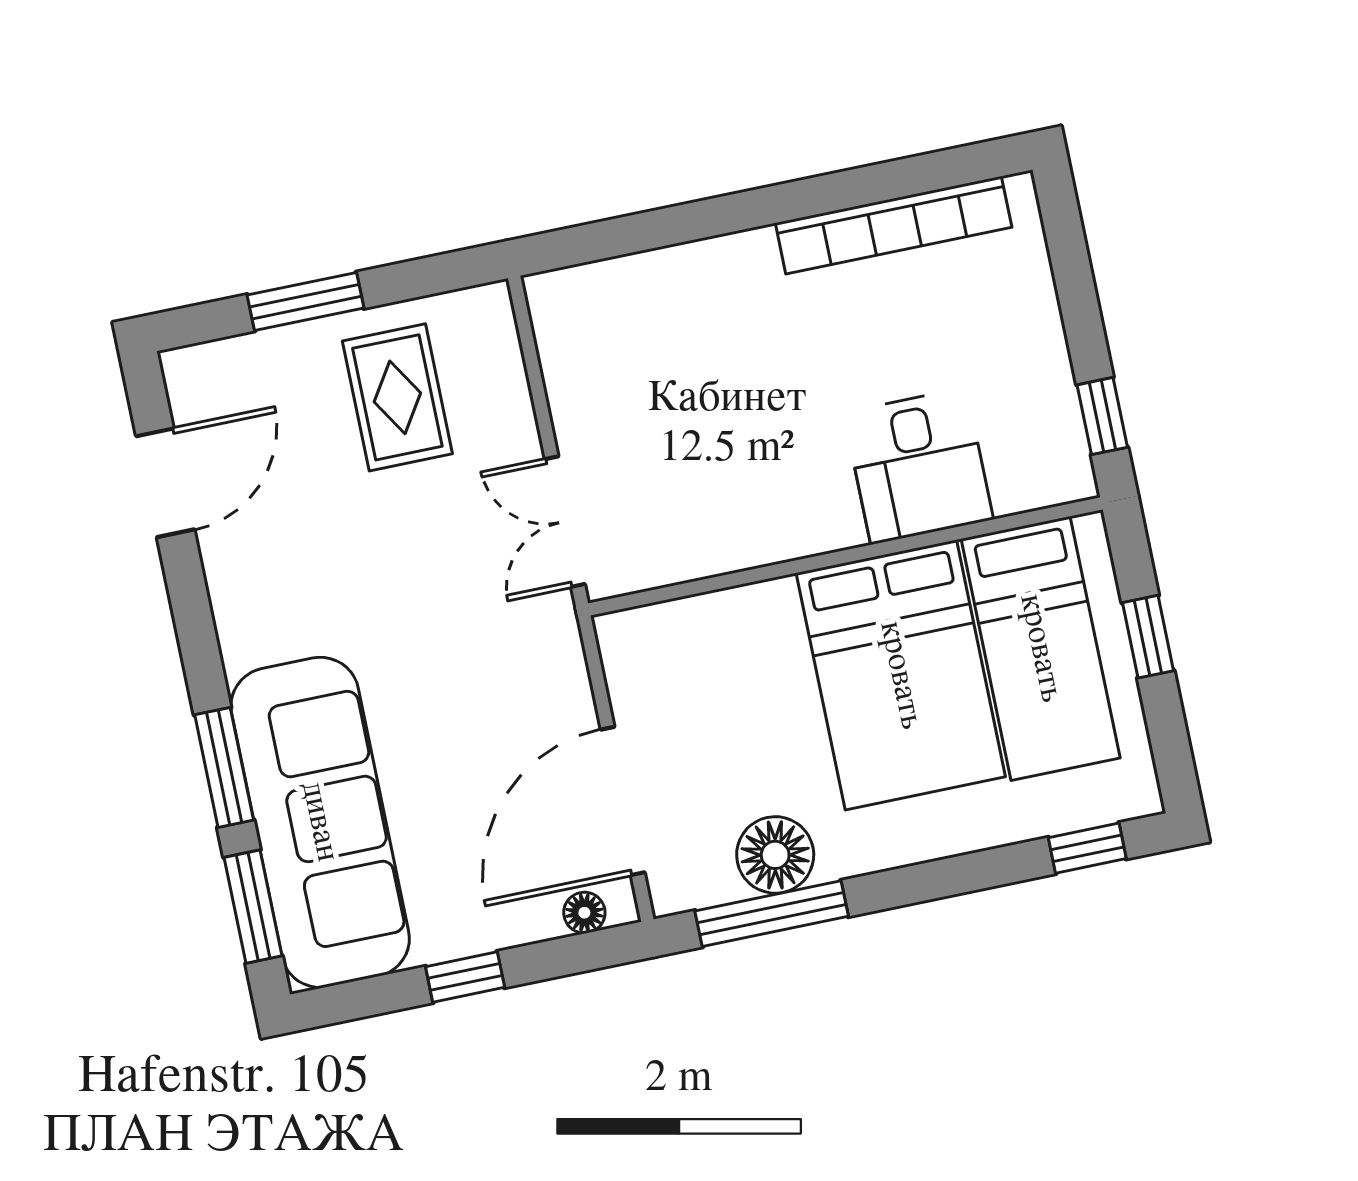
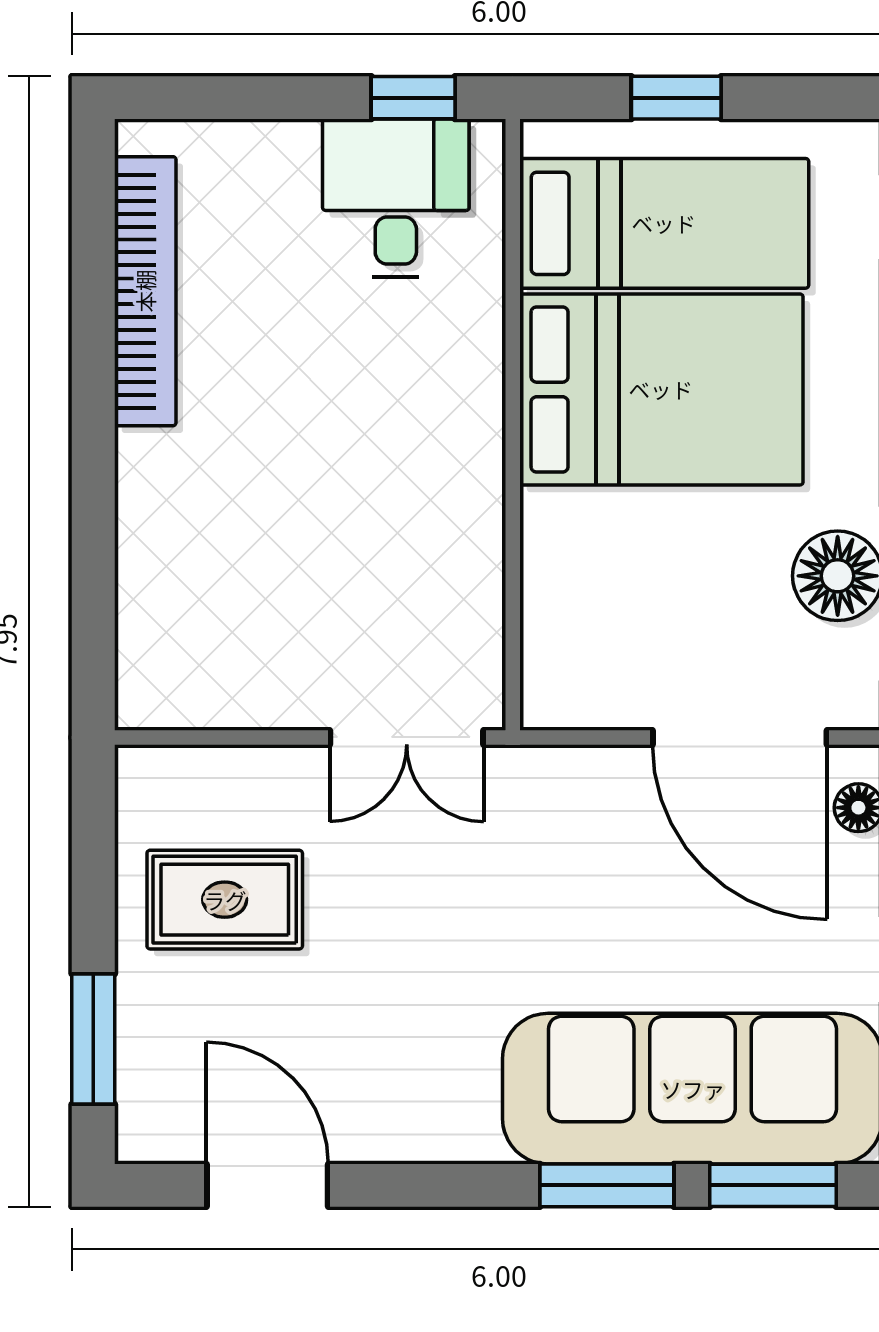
window: (305, 302) -> (93, 1039), moved
desk: (919, 466) -> (396, 198), moved, turned -90

